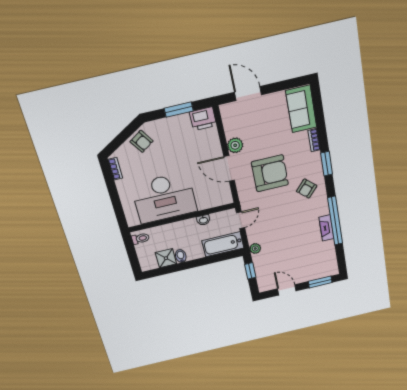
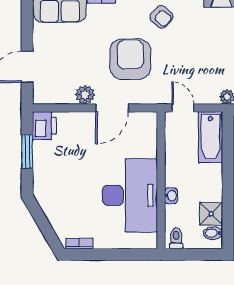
armchair: (142, 141) -> (54, 204), removed
washbasin: (203, 220) -> (171, 196), moved
bidet: (181, 256) -> (213, 233), moved

